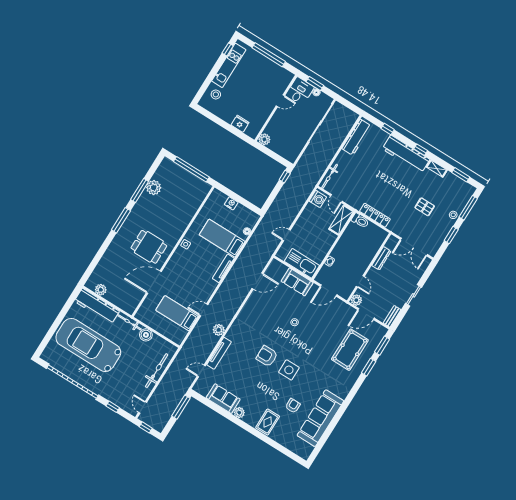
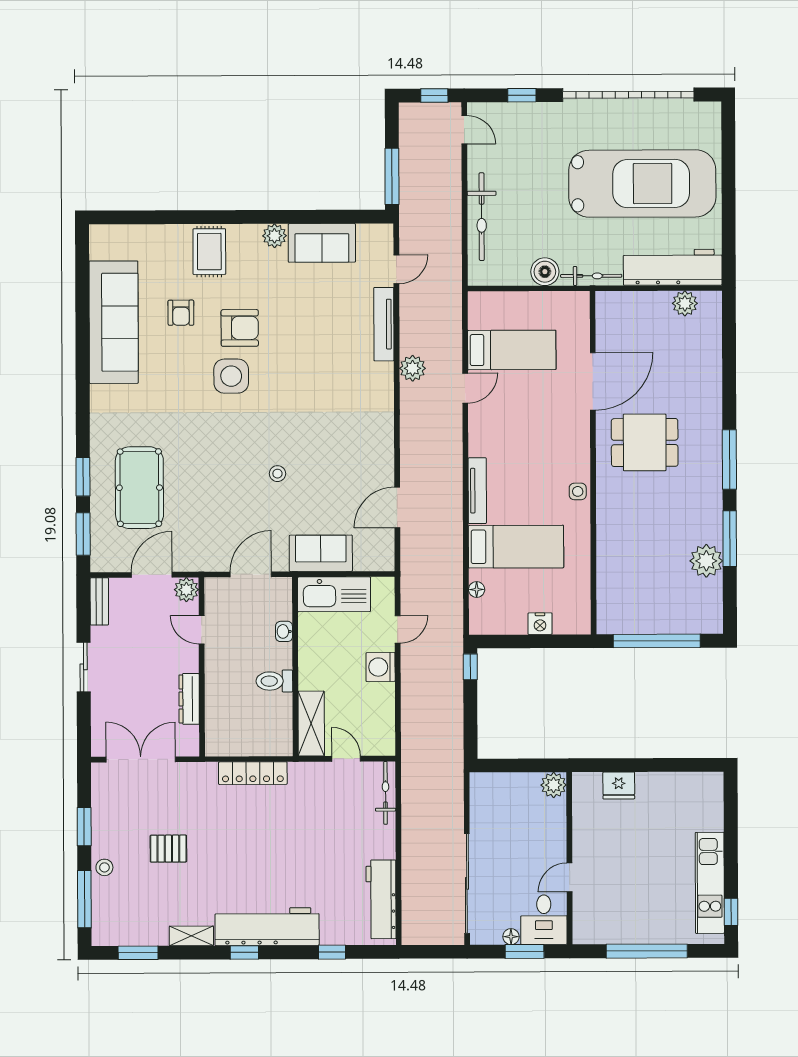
stool: (216, 94) -> (700, 812), removed
window: (285, 177) -> (470, 667), moved
washing machine: (318, 199) -> (381, 667), moved
toilet: (360, 221) -> (274, 681), moved
armchair: (267, 356) -> (240, 328), moved

